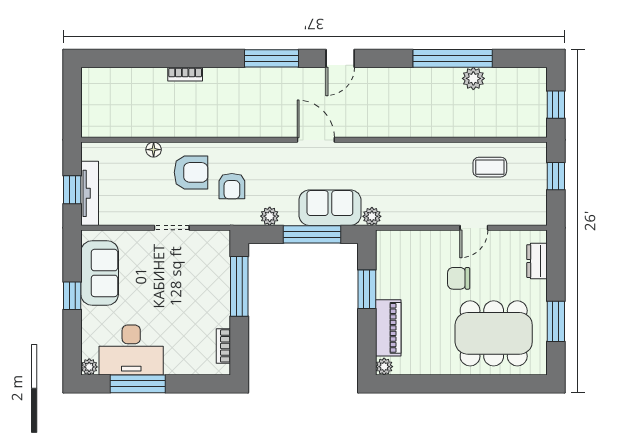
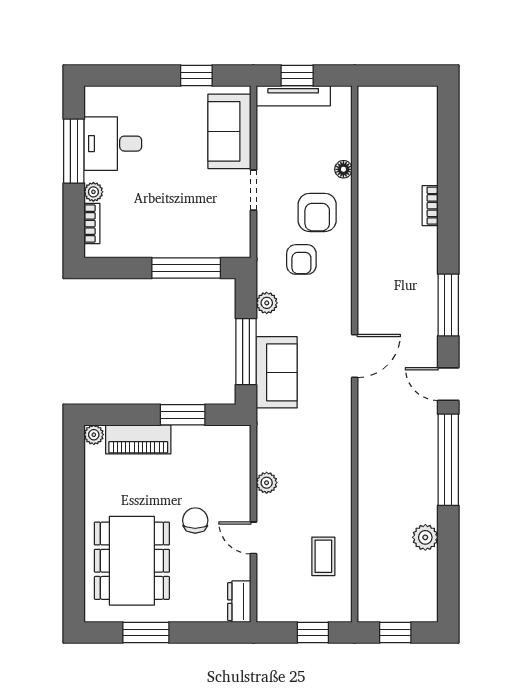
window: (453, 58) -> (448, 460), moved
armchair: (232, 186) -> (301, 259), turned -90
plant: (372, 216) -> (267, 483), moved
dresser: (537, 261) -> (239, 602), moved, turned -90
sofa: (100, 273) -> (229, 131), moved, turned 90
window: (72, 296) -> (196, 76), moved
bookcase: (223, 346) -> (92, 224), moved, turned 90
desk: (131, 350) -> (113, 144), width x0.73
plant: (89, 367) -> (93, 192), moved

